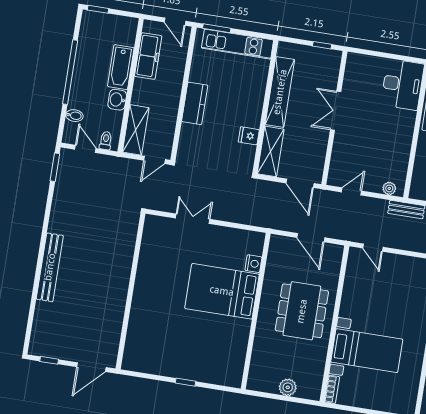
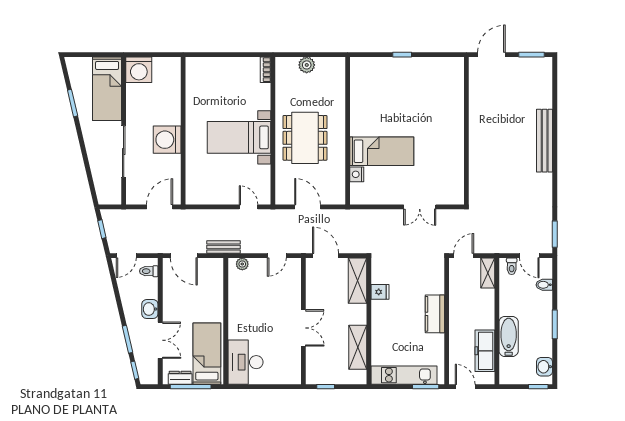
window: (70, 72) -> (555, 324), width x0.47
shelving: (280, 92) -> (358, 347), width x0.68
washbasin: (117, 100) -> (545, 367), moved, turned 180
shelving: (136, 130) -> (488, 273), width x0.67, depth x0.75
bed: (222, 291) -> (382, 151), width x0.67
bed with nightstands: (367, 351) -> (239, 137), moved
window: (49, 360) -> (531, 55), width x1.50

